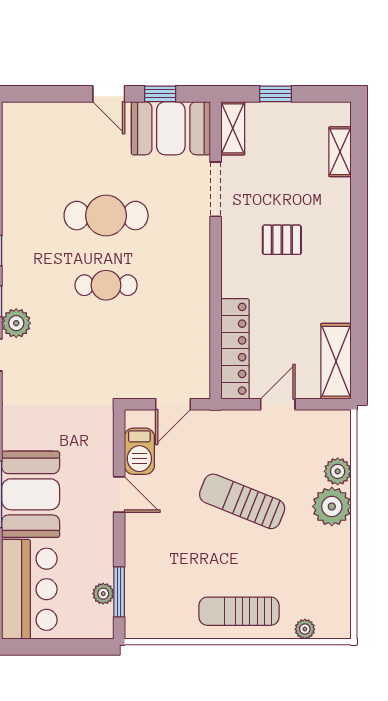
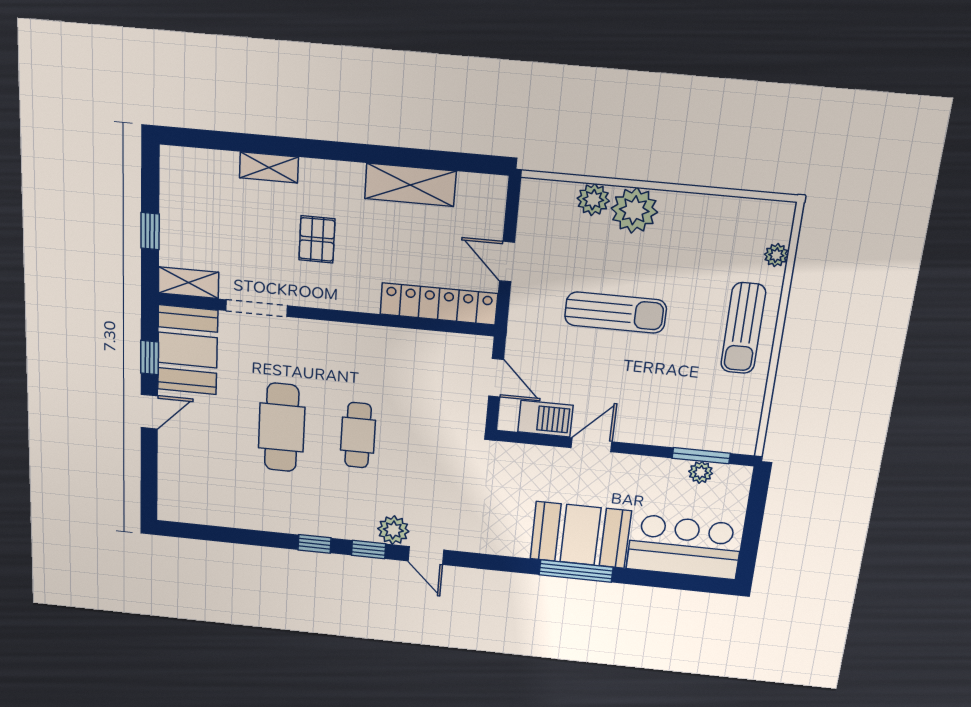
shelving: (340, 152) -> (269, 167), moved
shelving: (336, 361) -> (410, 185), moved
sun lounger: (242, 501) -> (615, 313), turned -112

